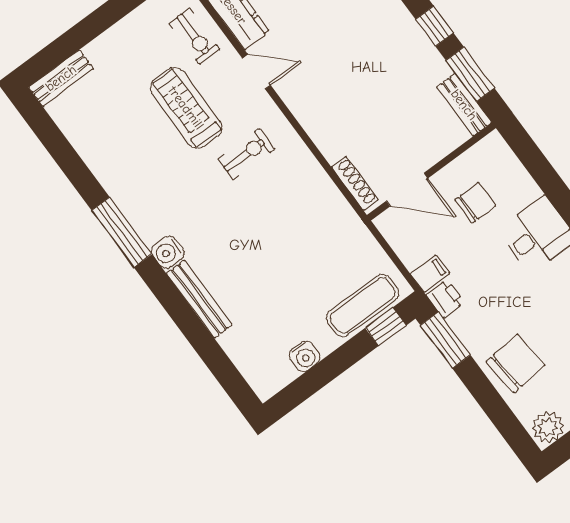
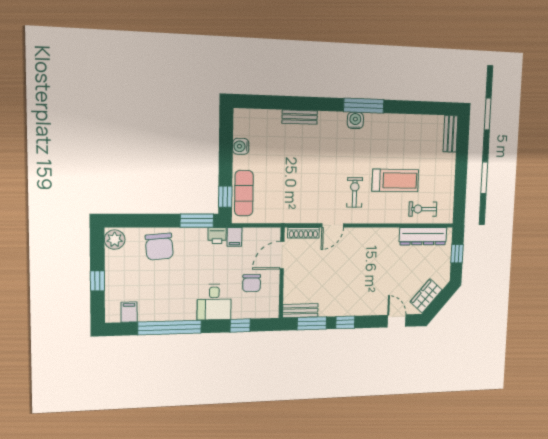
door: (257, 72) -> (333, 225), moved
exercise bike: (246, 154) -> (355, 192), turned 180
window: (544, 174) -> (240, 325), added
water cooler: (168, 252) -> (355, 120), moved
bench: (199, 299) -> (300, 117), width x0.73

